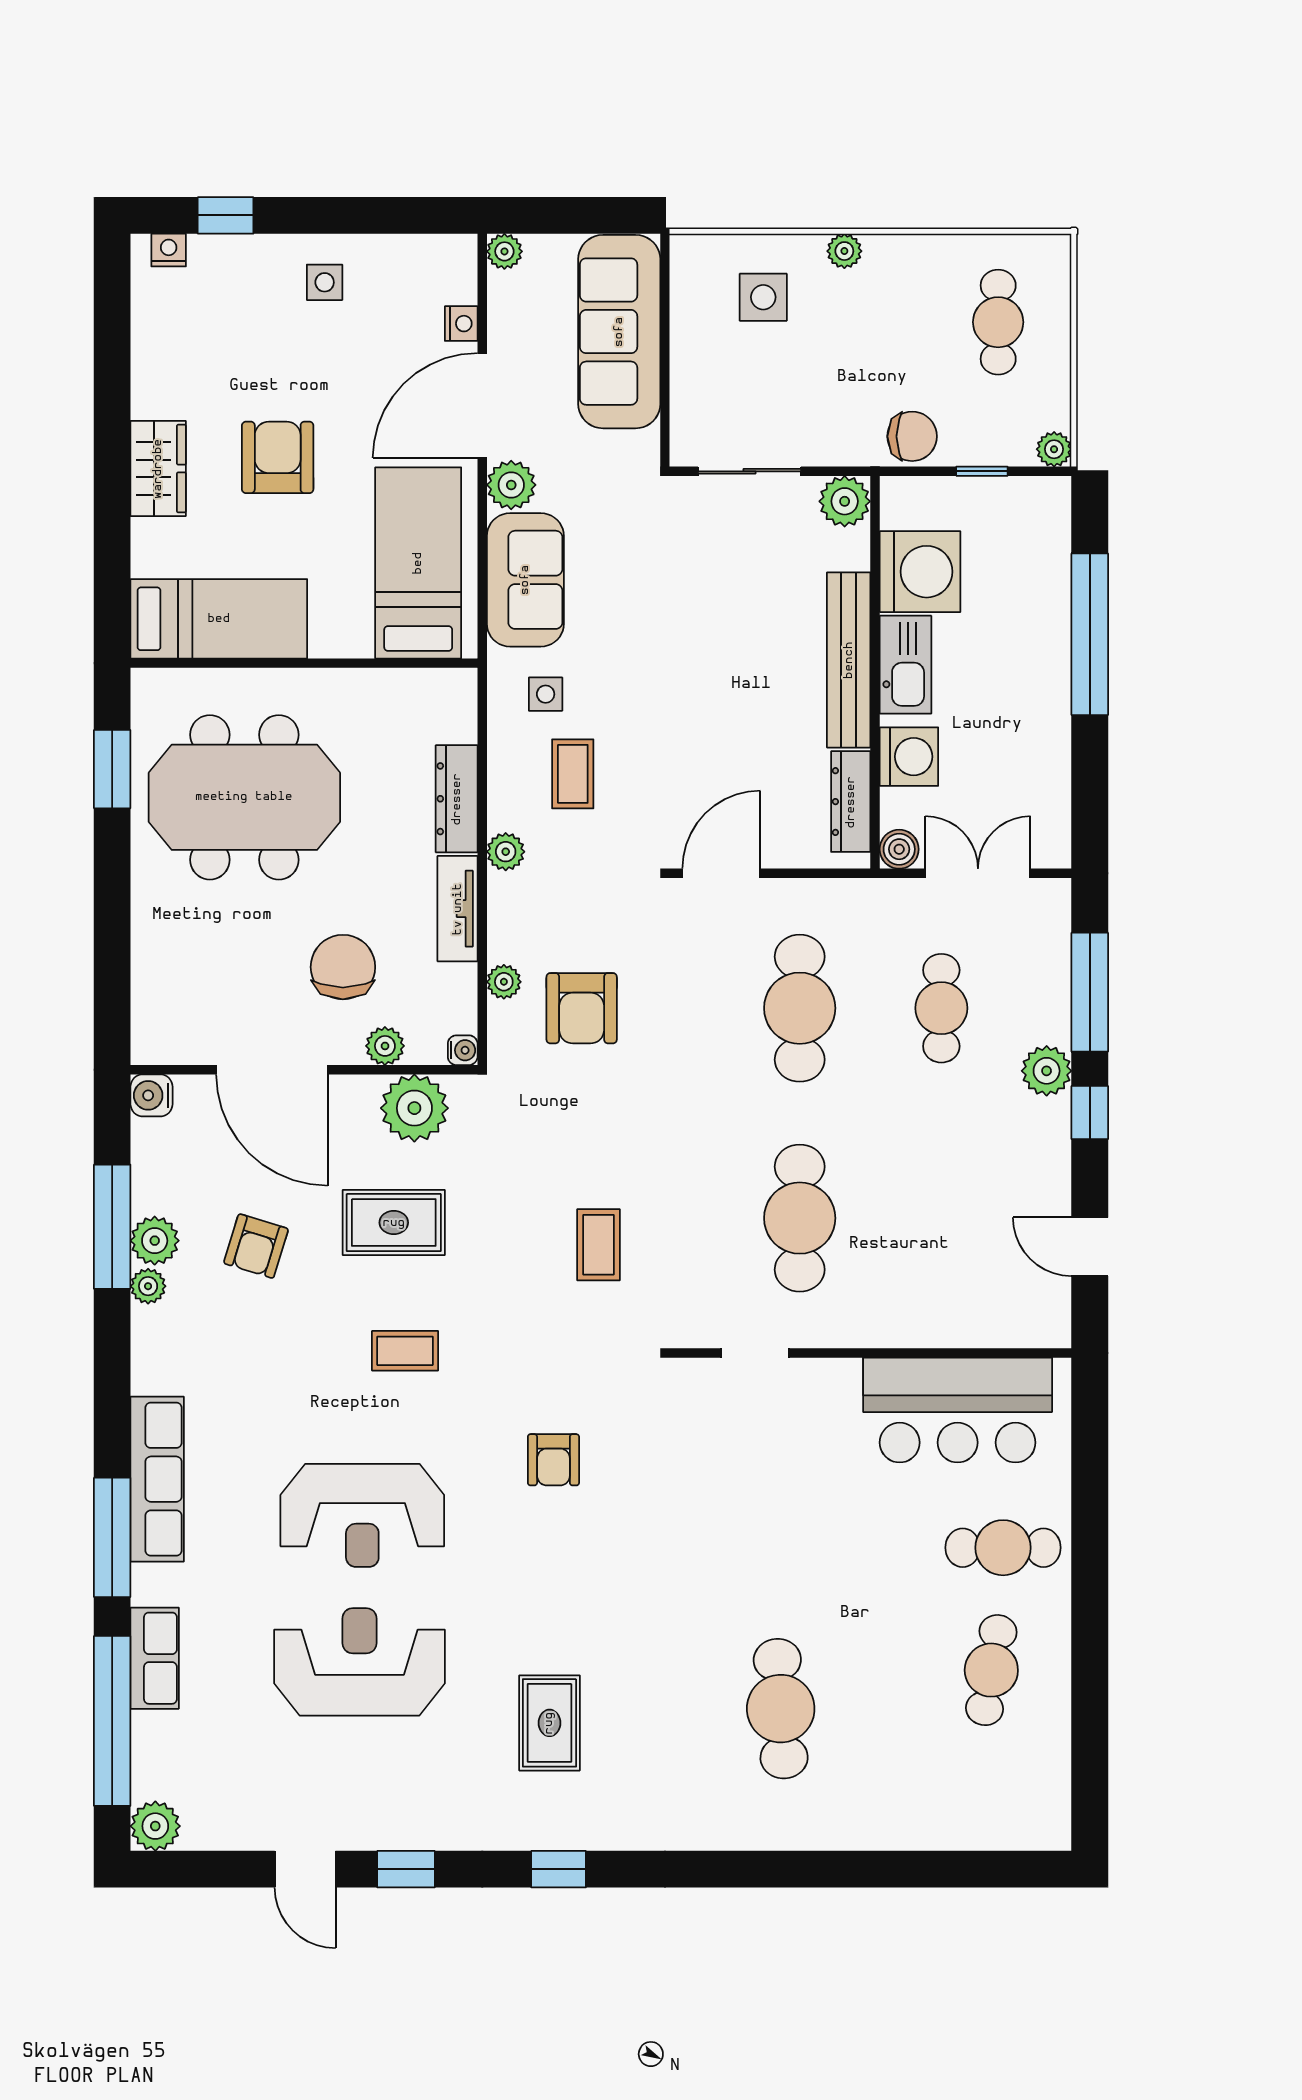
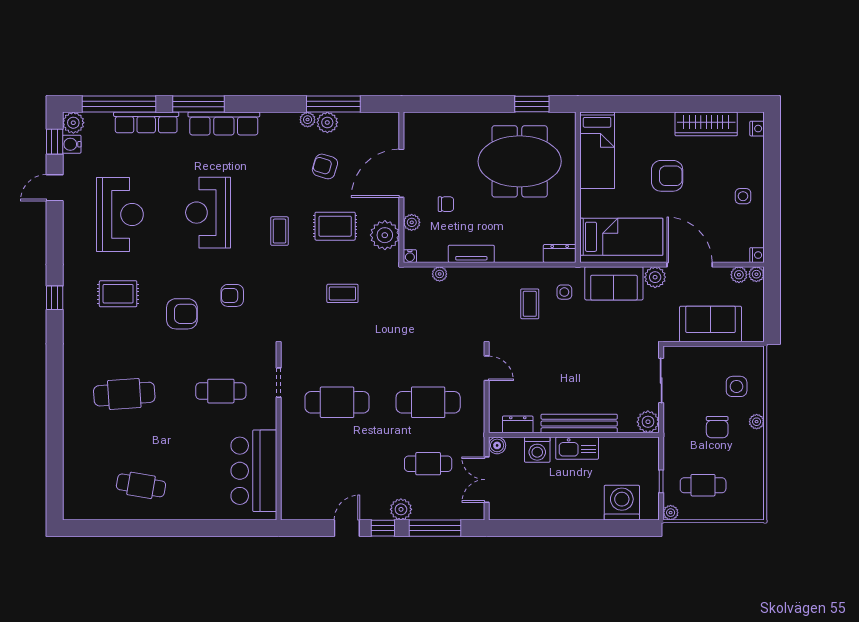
window: (226, 215) -> (772, 153), removed
cafe table: (998, 322) -> (703, 485), moved
nightstand: (461, 324) -> (757, 255), moved, turned -90
sofa: (619, 332) -> (711, 324), width x0.73
chair: (912, 436) -> (717, 427), moved
wardrobe: (158, 469) -> (706, 124), moved, width x1.50
washing machine: (920, 572) -> (622, 503), moved, turned 180
window: (1090, 634) -> (590, 528), removed
coffee table: (573, 774) -> (530, 304), turned 90
meeting table: (244, 797) -> (520, 161), turned 90
dresser: (457, 799) -> (560, 253), moved, width x0.70
dresser: (851, 802) -> (518, 424), width x0.70
plant: (506, 852) -> (739, 275), moved
door: (721, 873) -> (487, 368), width x0.73
double door: (978, 873) -> (487, 480), swing flipped
chair: (343, 967) -> (446, 204), width x0.54, depth x0.54
armchair: (582, 1008) -> (182, 314), moved, turned 180
water cooler: (152, 1095) -> (72, 144), moved, turned -90
rug: (394, 1223) -> (335, 226), turned 90
coffee table: (599, 1245) -> (342, 293), moved
door: (1090, 1247) -> (347, 528), moved
cafe table: (1003, 1548) -> (221, 391), moved, turned 90
row of seats: (155, 1658) -> (146, 122), width x1.48
reception desk: (359, 1662) -> (120, 214), moved
window: (406, 1869) -> (55, 142), moved

